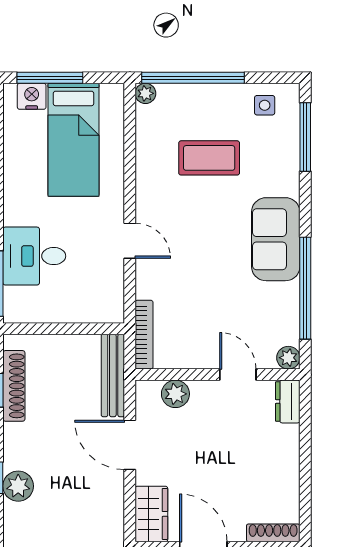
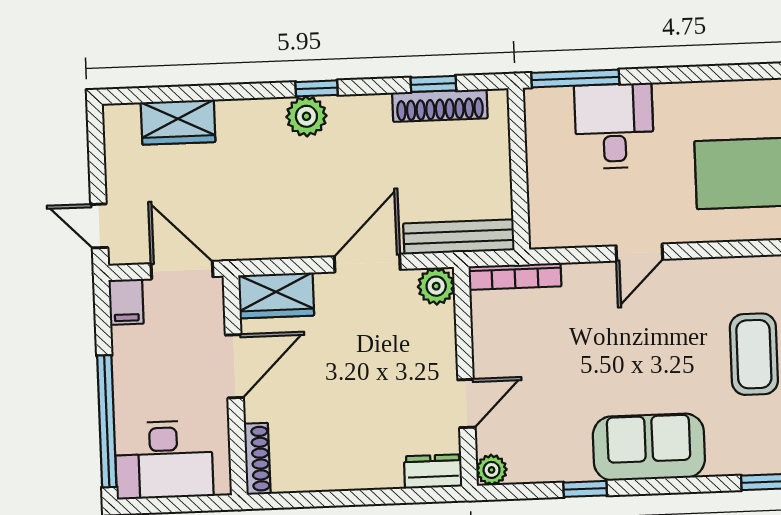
window: (305, 288) -> (585, 489), width x0.32
plant: (175, 394) -> (436, 286), moved

